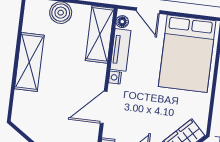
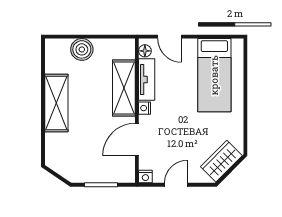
shelving: (100, 34) -> (124, 88), moved
bed: (187, 54) -> (214, 75), width x0.67

